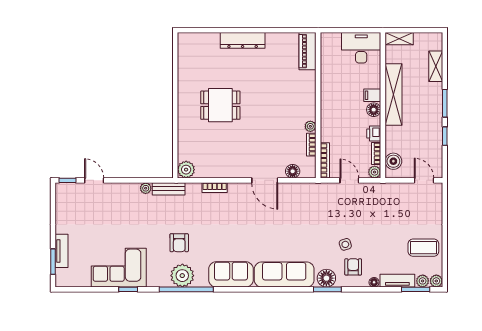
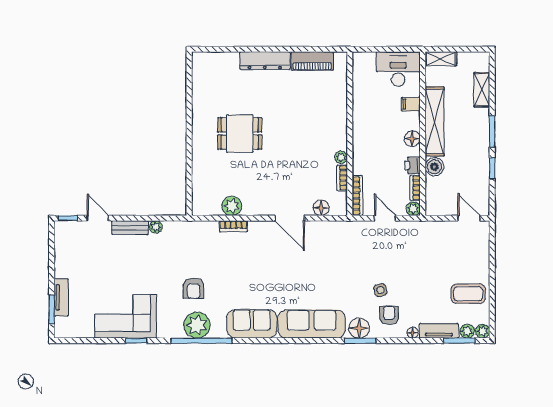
piano: (308, 51) -> (312, 61), moved, turned -90
filing cabinet: (372, 95) -> (411, 104), moved
boiler: (393, 161) -> (434, 167), moved
plant: (186, 170) -> (232, 206), moved
bench: (169, 189) -> (130, 228), moved

